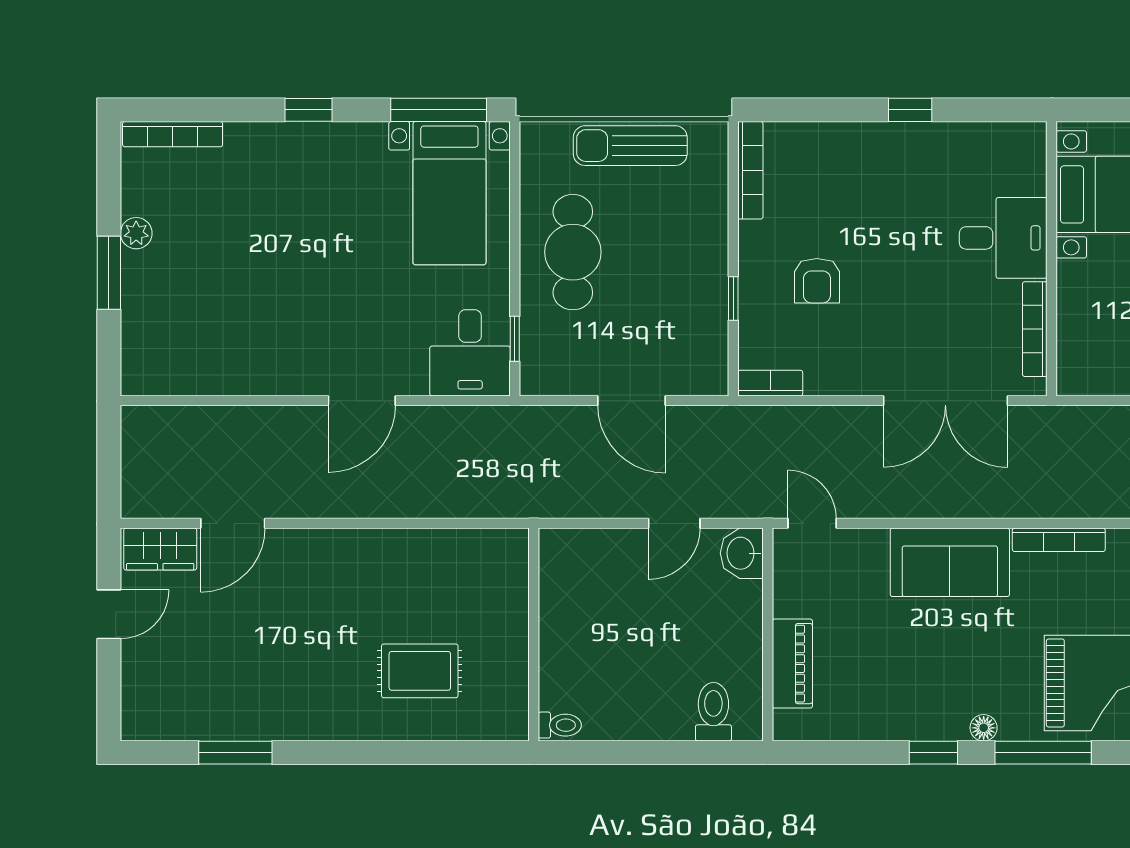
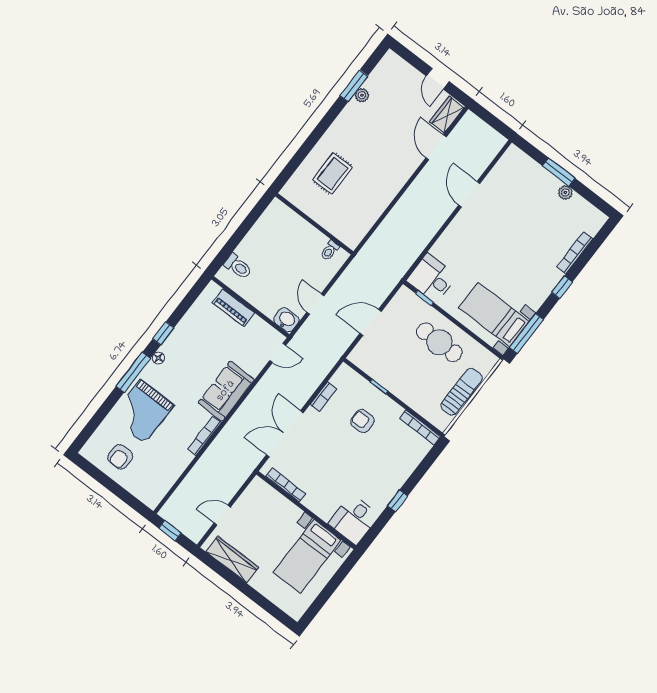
bookcase: (173, 134) -> (575, 253), moved
desk: (1003, 238) -> (354, 519), moved
bookcase: (770, 383) -> (323, 397), moved
door: (362, 401) -> (469, 194), moved
toilet: (560, 725) -> (330, 250), moved
plant: (241, 726) -> (362, 95), added

